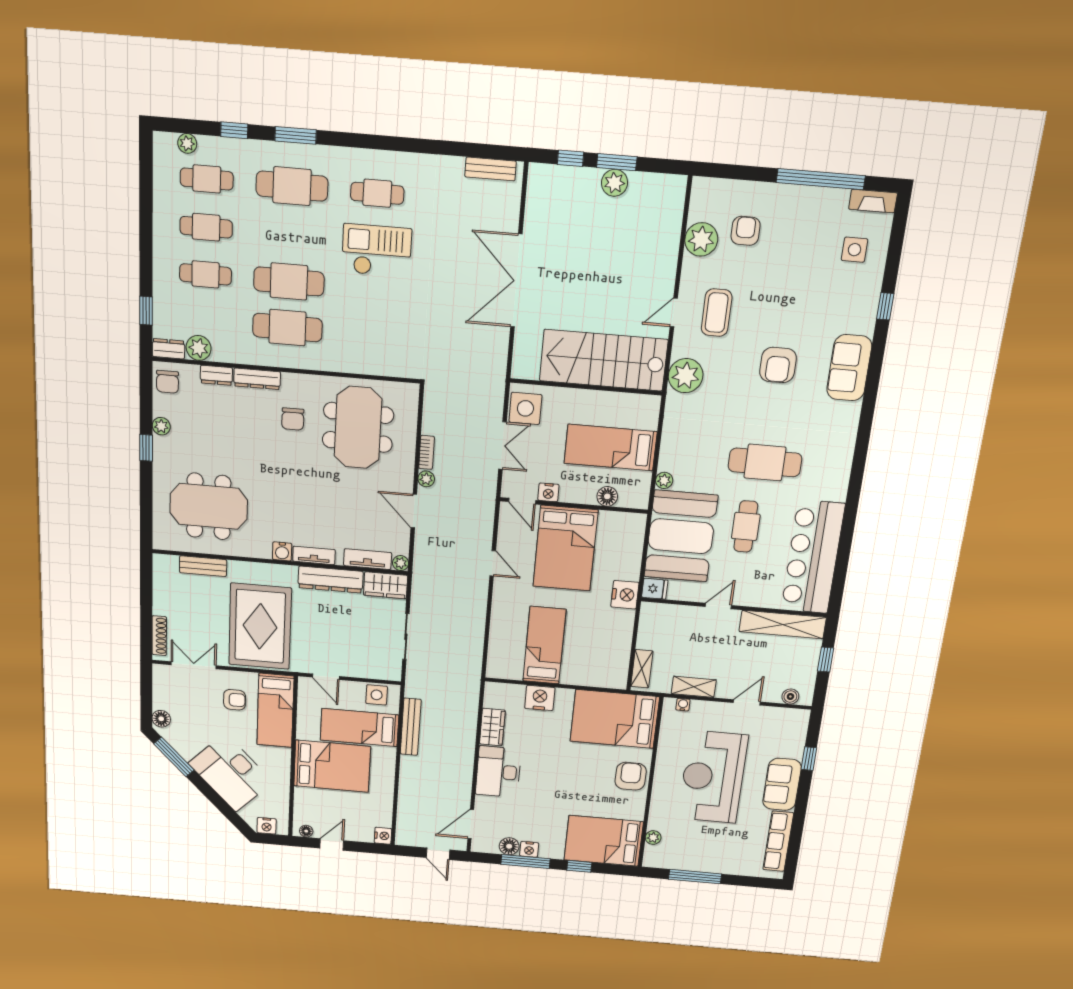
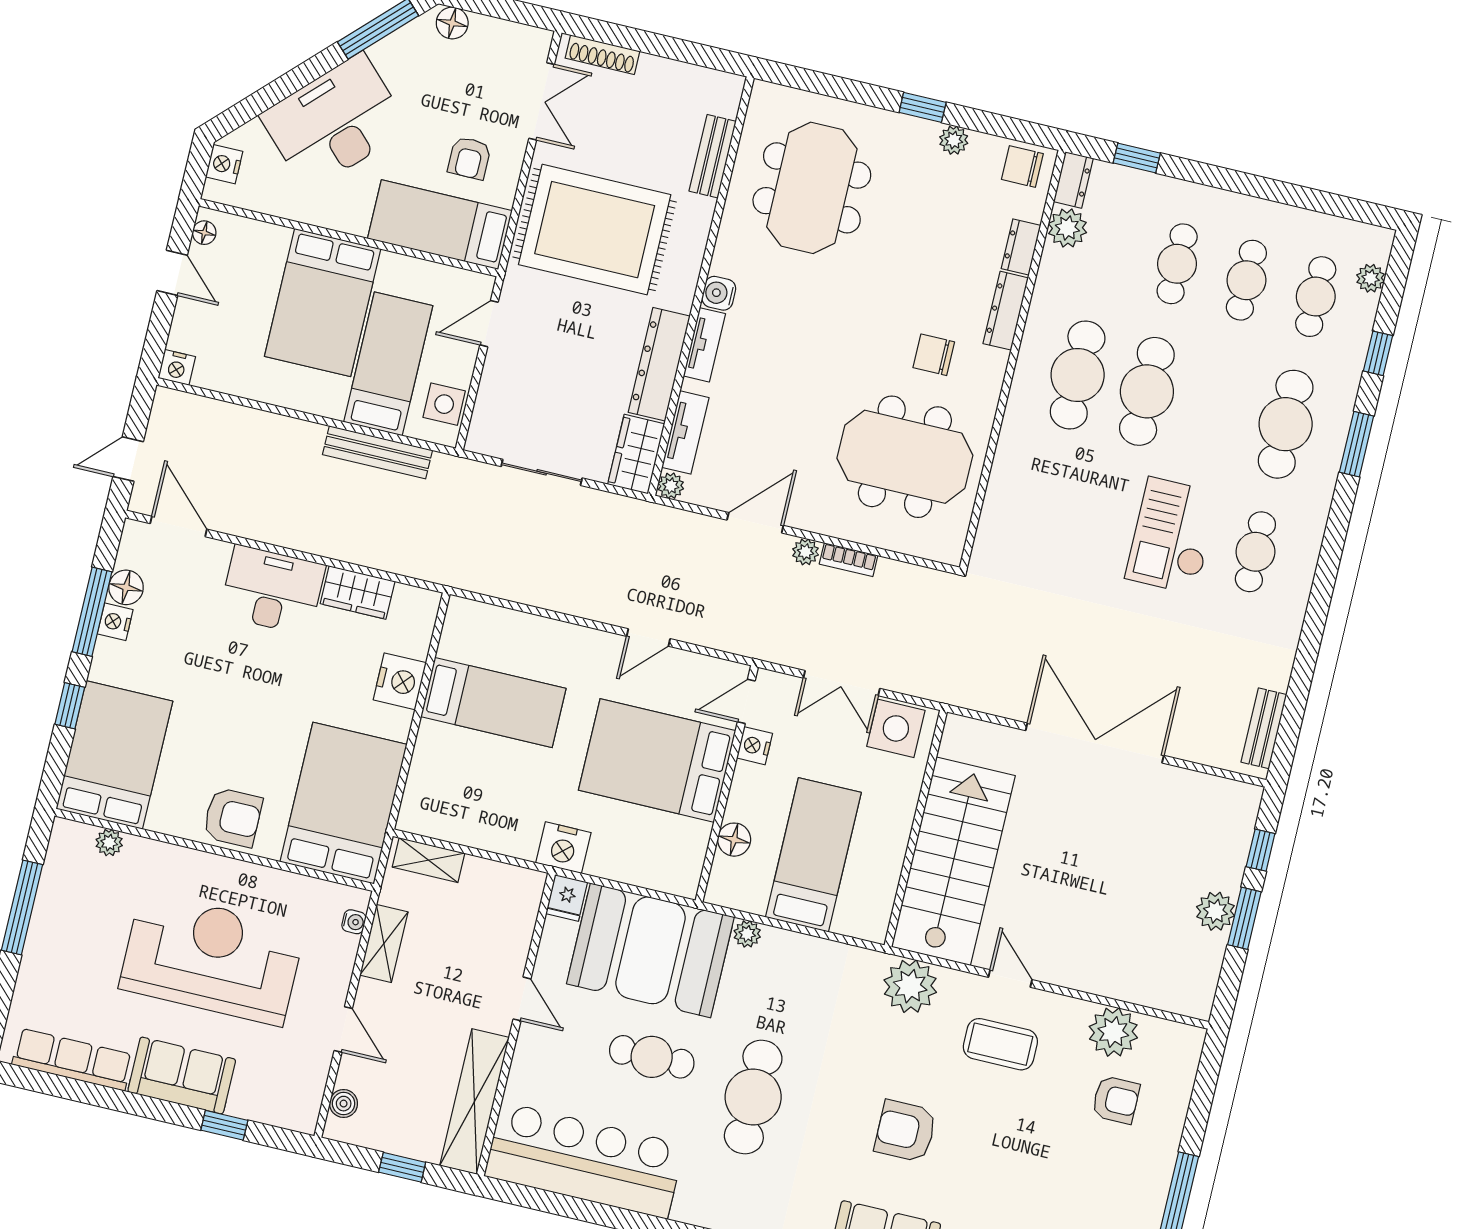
checkout: (377, 251) -> (1172, 536), turned 180

